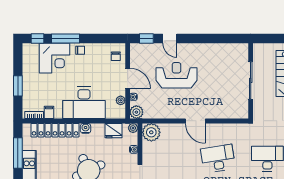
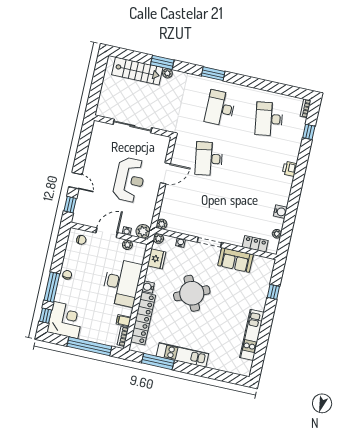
door: (170, 39) -> (75, 181), hinge flipped
corner desk: (55, 58) -> (66, 320), moved
reception desk: (176, 75) -> (129, 180), moved, turned 180
sliding door: (251, 80) -> (132, 126), moved
wall: (251, 81) -> (133, 126), moved
window: (18, 86) -> (89, 346), width x2.11
plant: (151, 132) -> (162, 224), width x0.53, depth x0.53

